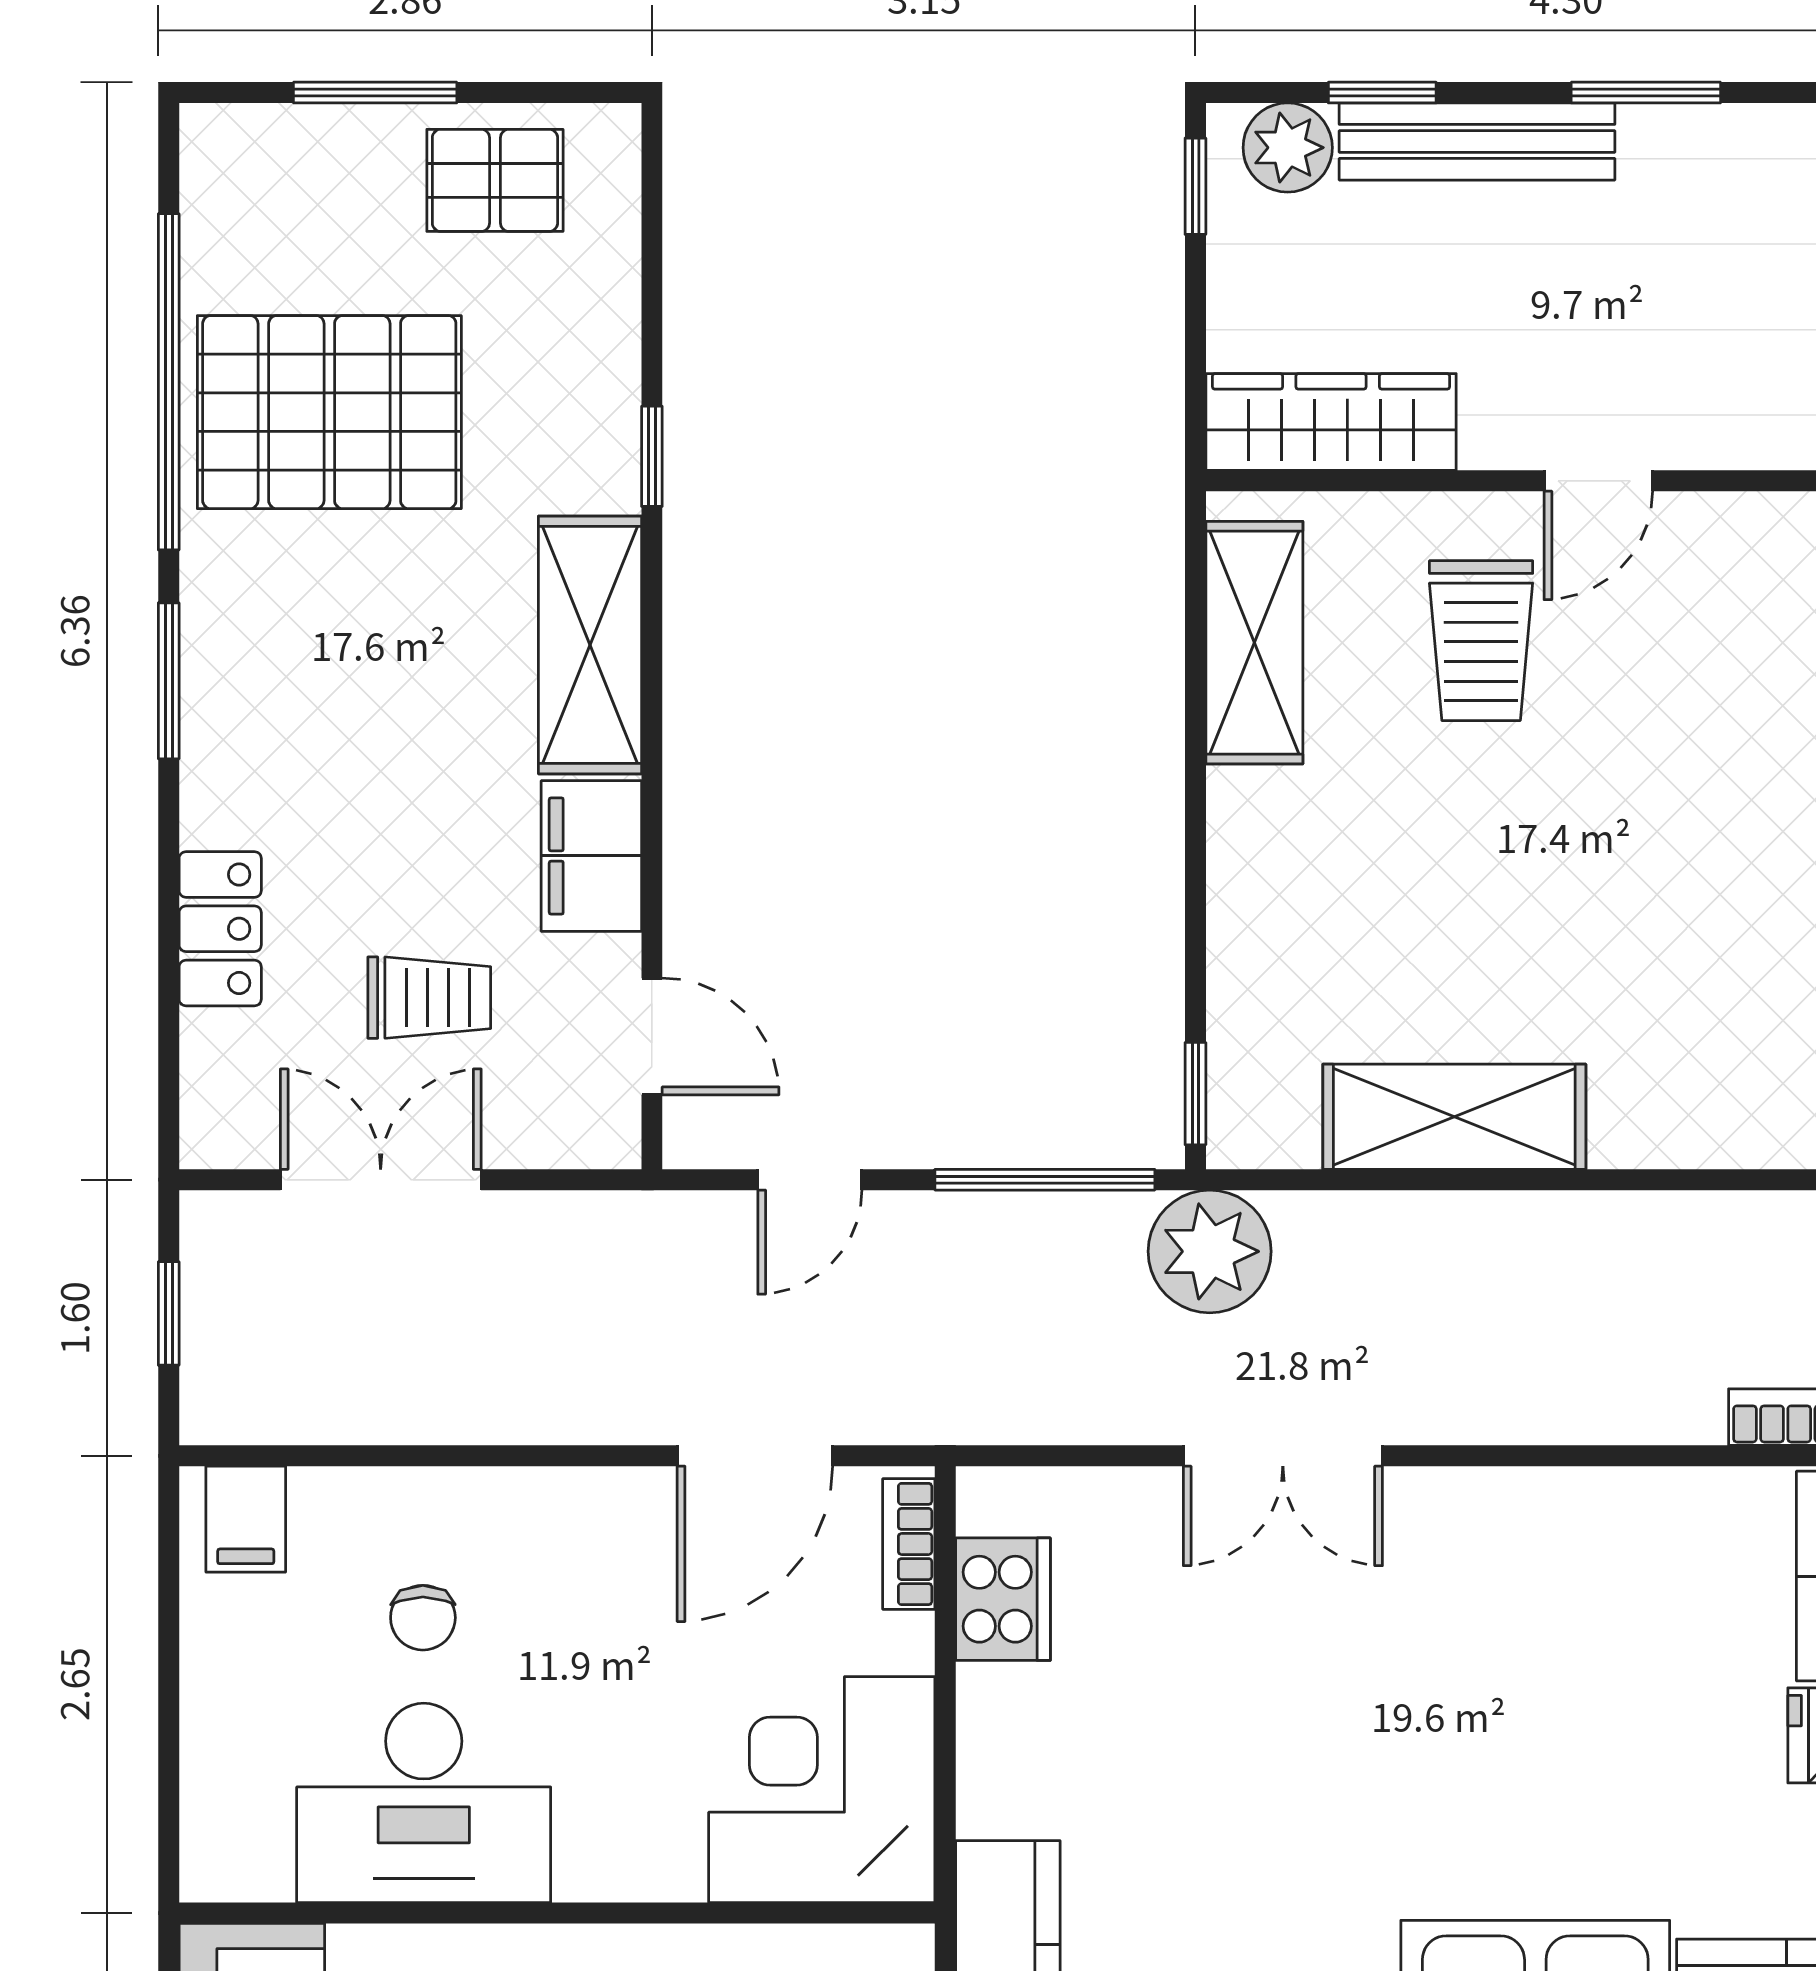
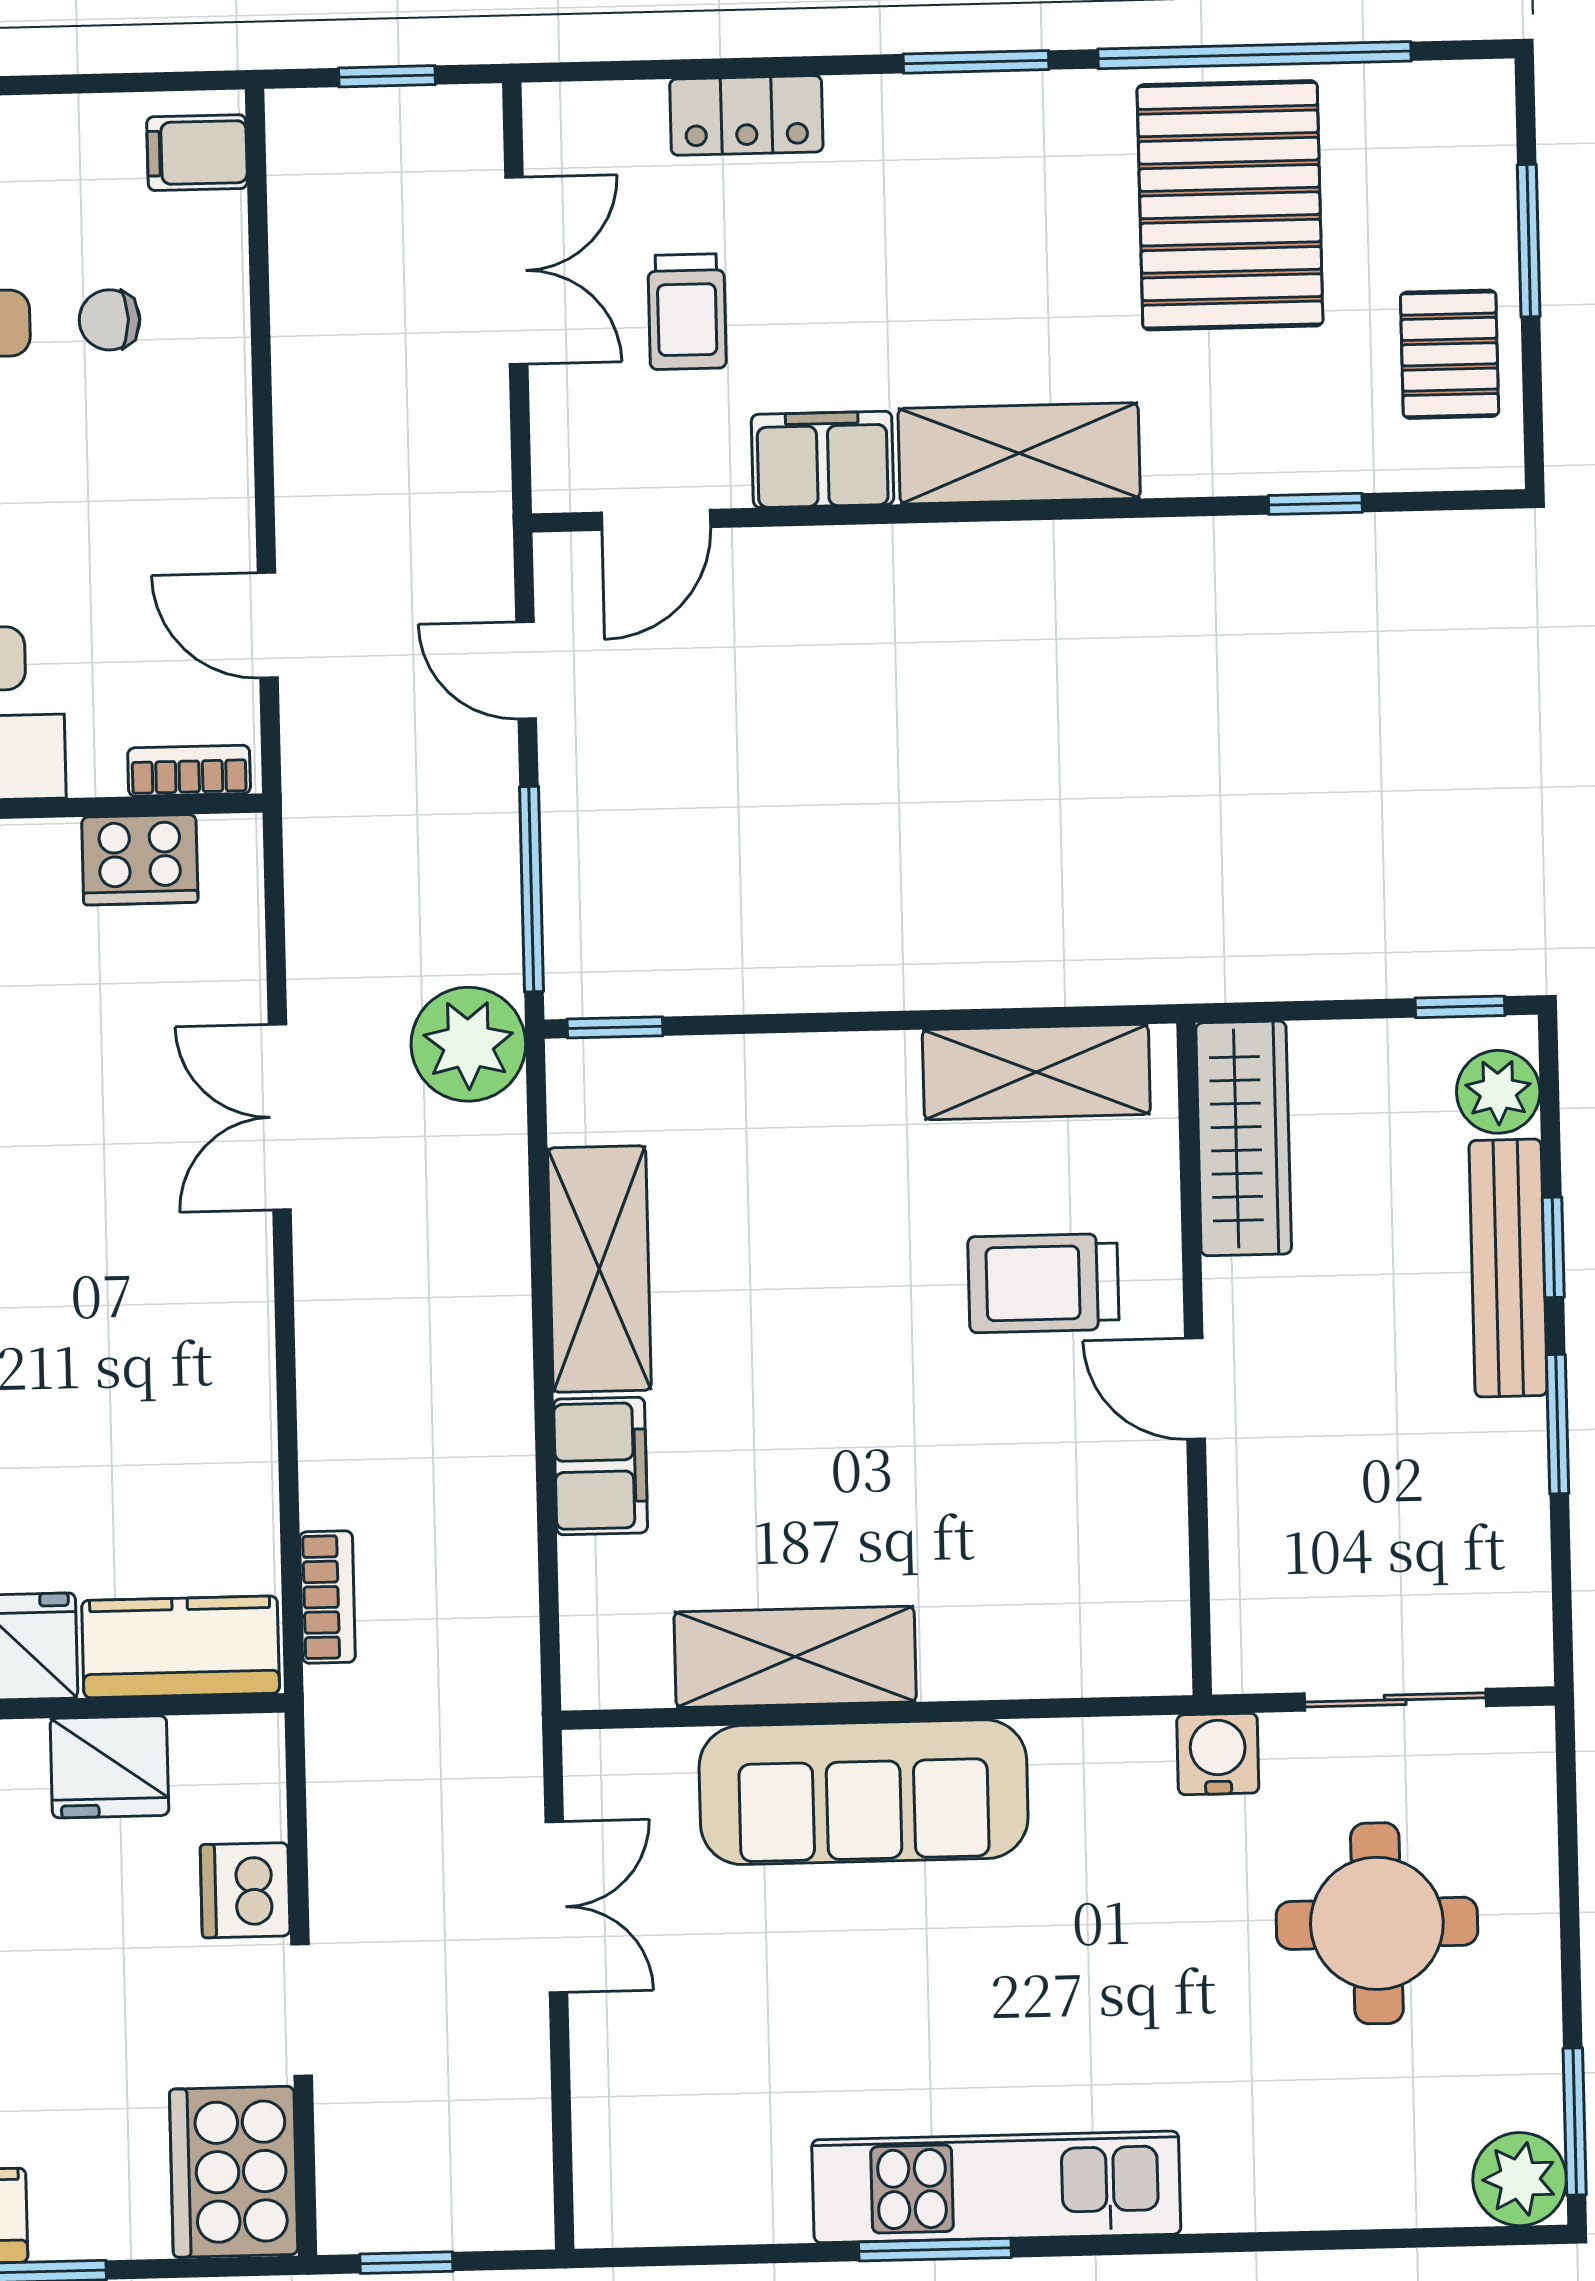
window: (1382, 93) -> (1553, 1247), moved
window: (652, 456) -> (1315, 504), moved
filing cabinet: (1666, 1121) -> (601, 1466), added
door: (755, 1456) -> (268, 625), width x0.73

